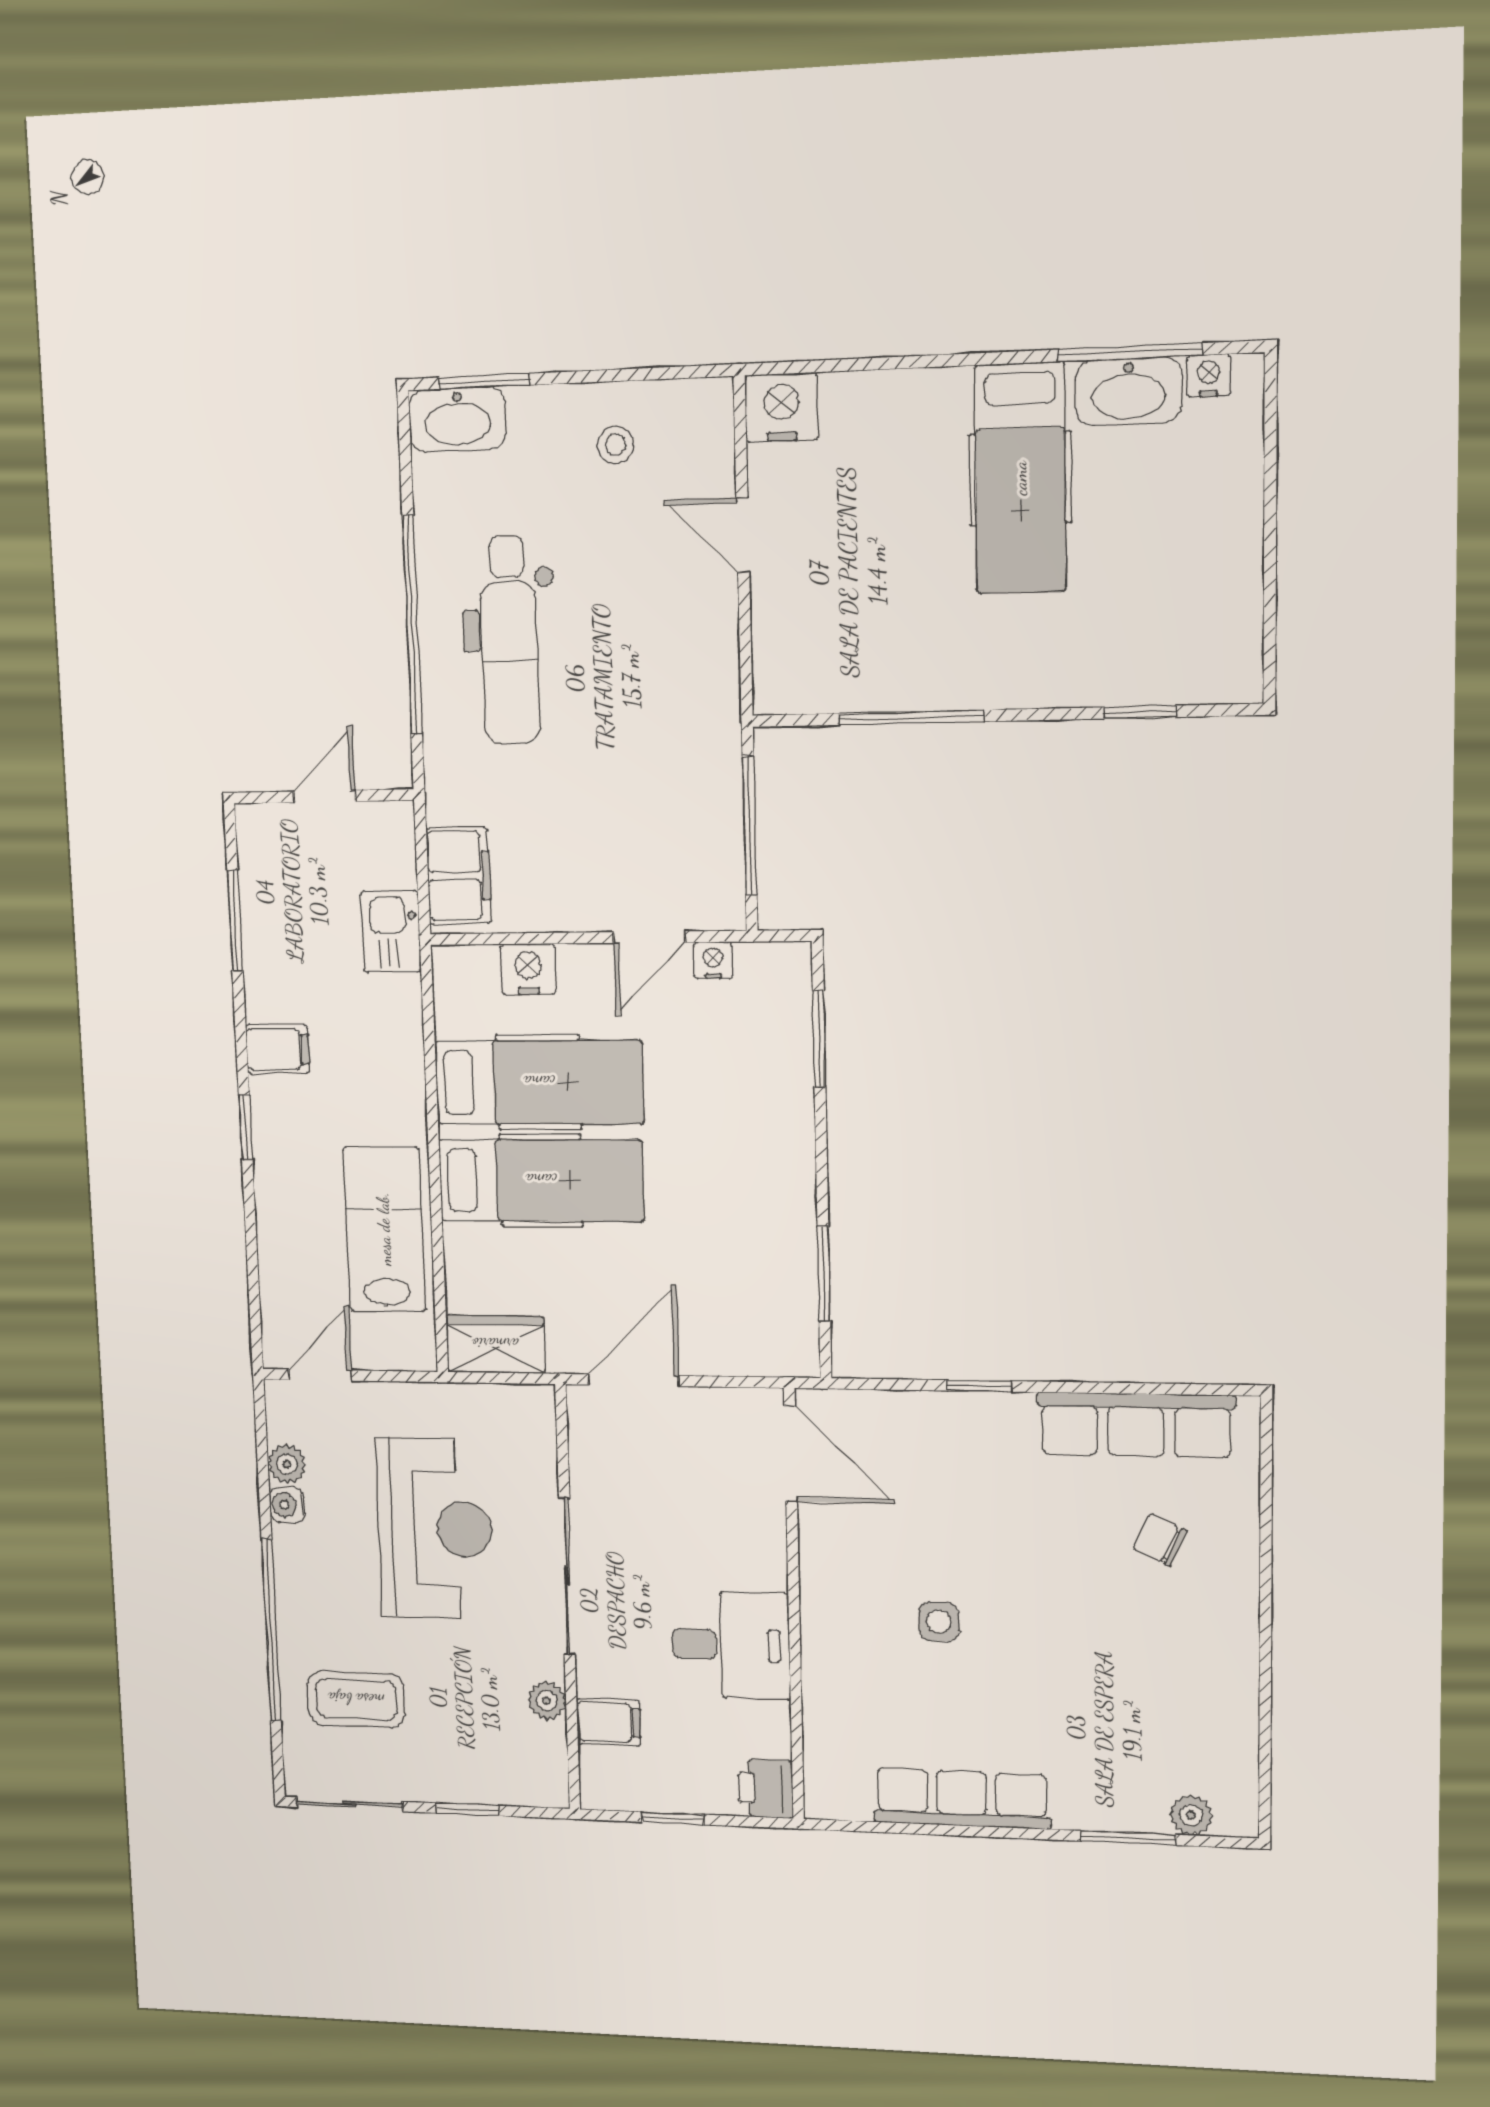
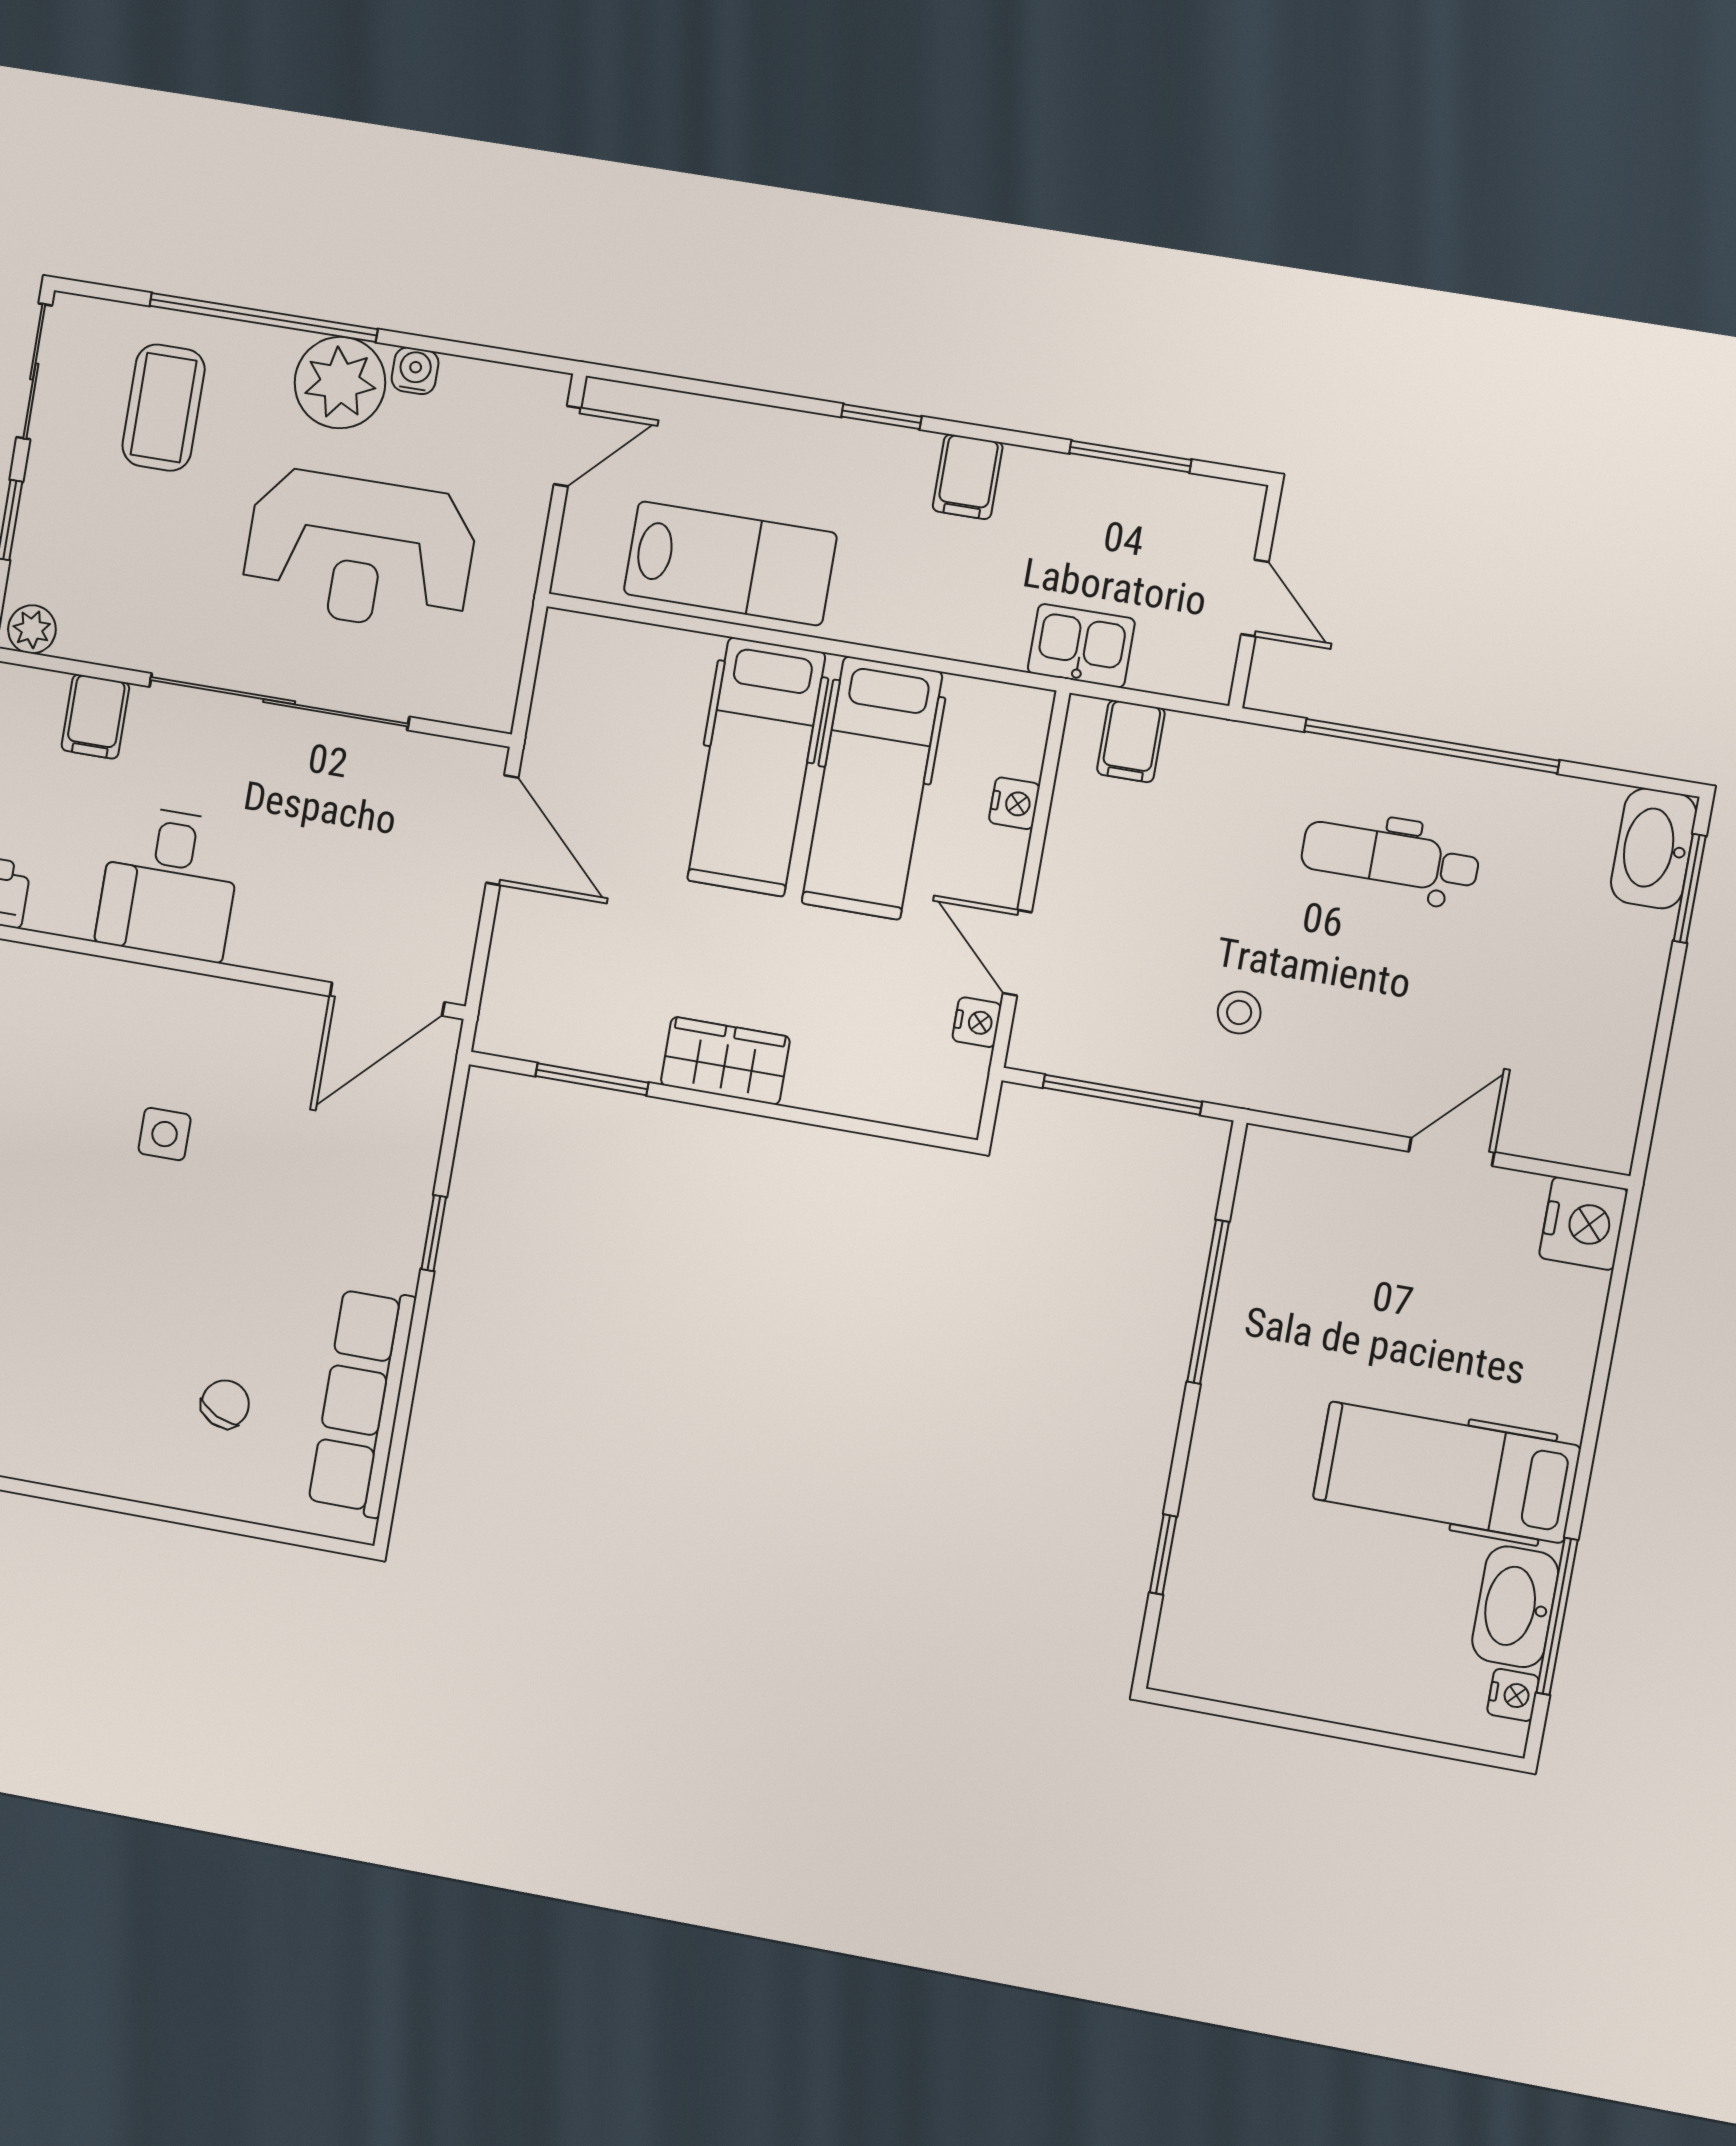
stool: (616, 445) -> (1239, 1012), moved
dental chair: (509, 640) -> (1390, 858), width x0.73, depth x0.72
filing cabinet: (459, 876) -> (1131, 741), width x0.50
nightstand: (528, 969) -> (1014, 803), width x0.72, depth x0.74
window: (819, 1039) -> (865, 1127), removed
wardrobe: (495, 1344) -> (725, 1061), moved, turned -90
door: (320, 1375) -> (567, 446), hinge flipped
plant: (287, 1464) -> (340, 383), moved, width x1.88, depth x1.88
sliding door: (567, 1576) -> (279, 702), width x1.36
plant: (547, 1701) -> (32, 629), moved

